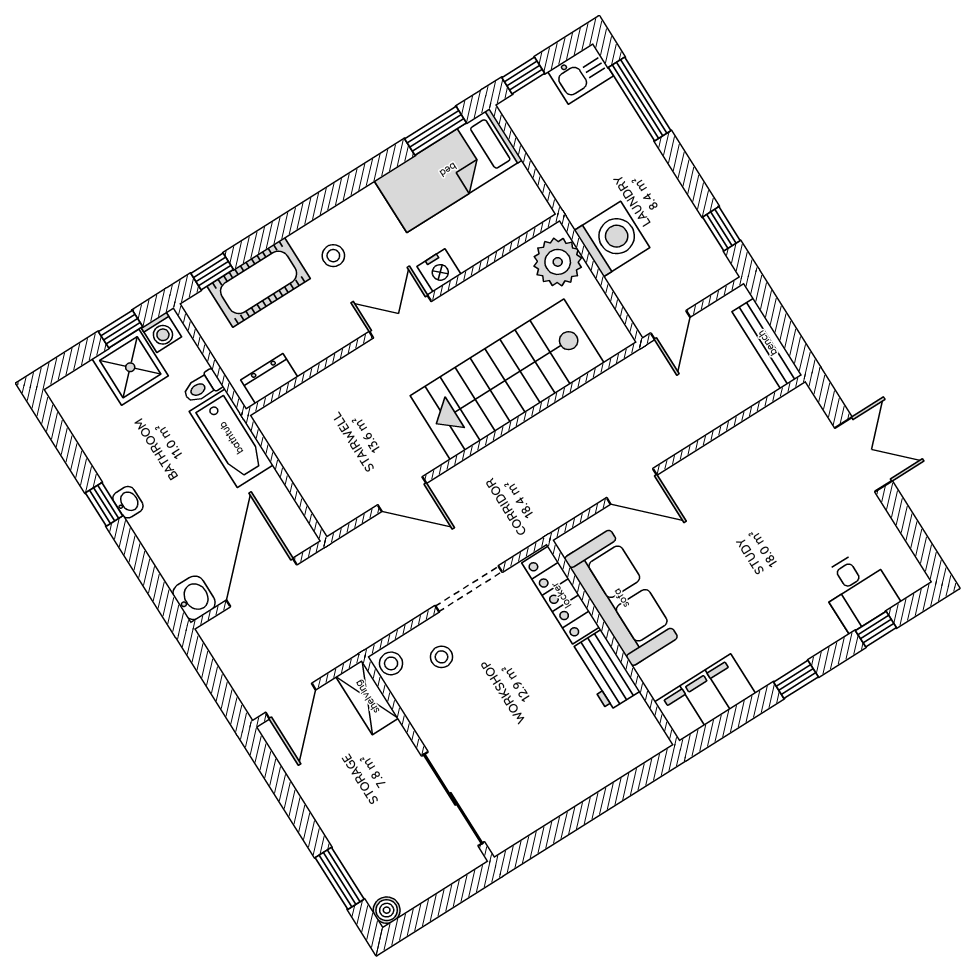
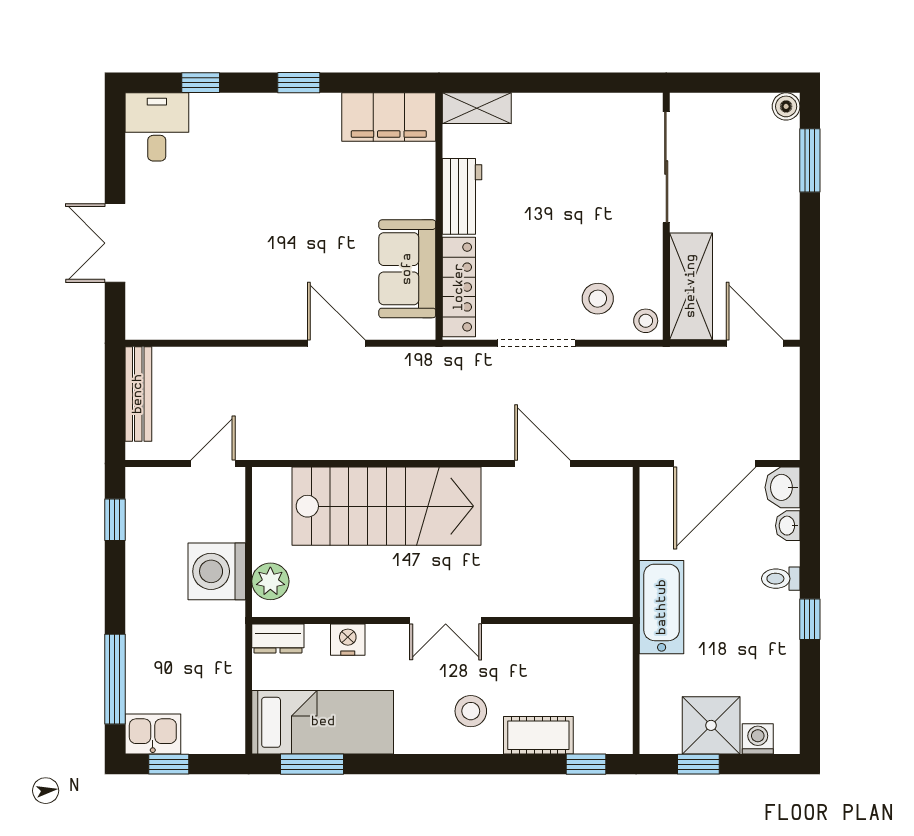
window: (523, 76) -> (169, 764), moved
stool: (333, 256) -> (471, 711), width x1.37, depth x1.37
plant: (558, 262) -> (270, 581), width x0.73, depth x0.73
nightstand: (439, 270) -> (348, 640), moved
cot: (259, 282) -> (538, 735), width x0.73, depth x0.75
washing machine: (161, 332) -> (758, 739), moved
dresser: (269, 379) -> (278, 638), moved
toilet: (202, 387) -> (781, 579), moved, turned 180
washbasin: (128, 502) -> (788, 526), moved
desk: (858, 590) -> (157, 127), moved
sofa: (621, 598) -> (407, 269), width x0.73
stool: (442, 657) -> (598, 299), width x1.37, depth x1.37
shelving: (367, 697) -> (691, 286), width x1.50, depth x1.33
door: (291, 701) -> (755, 343), hinge flipped
shelving: (638, 750) -> (477, 108), added

